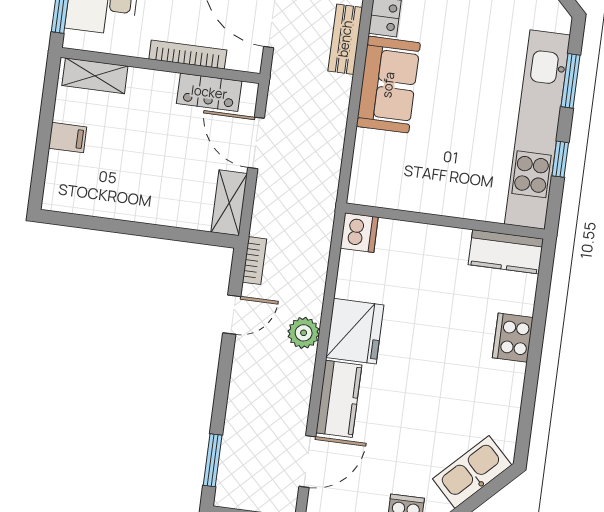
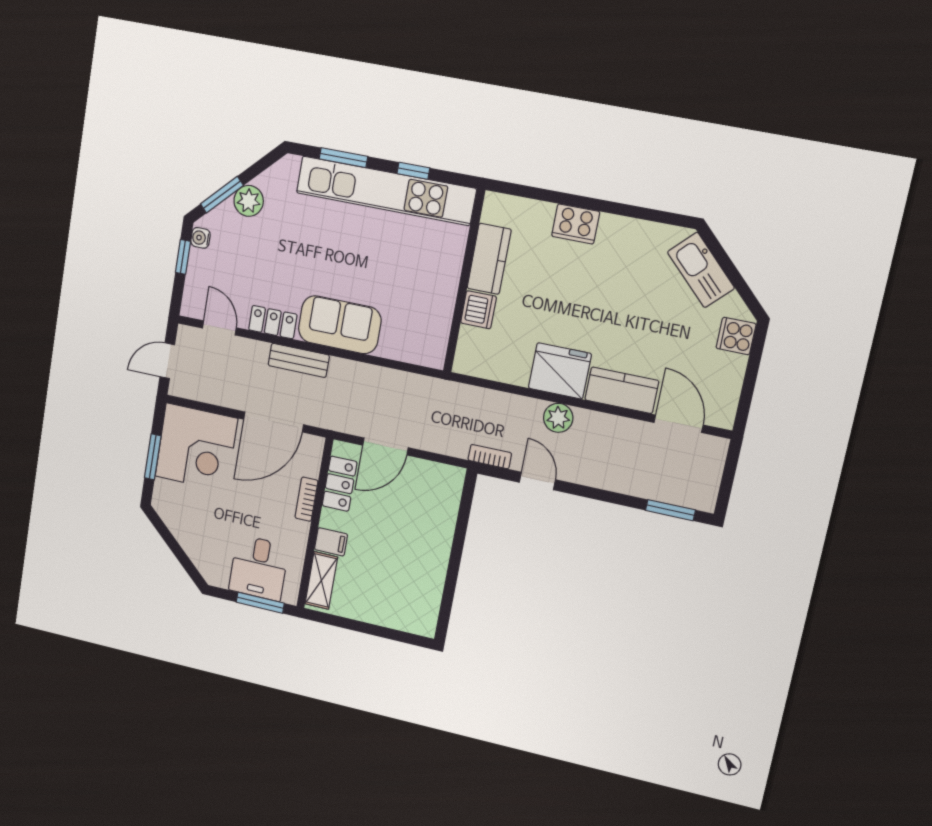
bookcase: (188, 55) -> (306, 499), width x0.64
filing cabinet: (68, 138) -> (331, 542), moved, turned 90
shelving: (229, 203) -> (437, 475), removed
dishwasher: (359, 233) -> (479, 310), moved, turned 90
kitchen counter: (506, 252) -> (489, 259), moved

